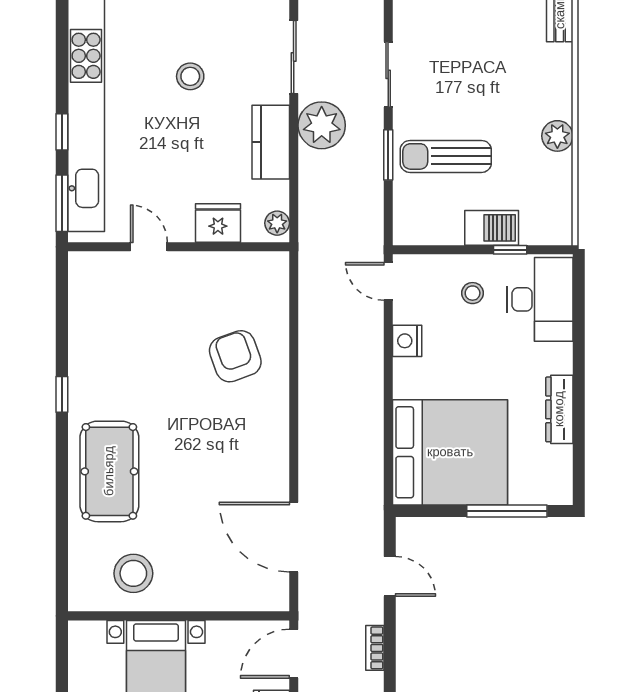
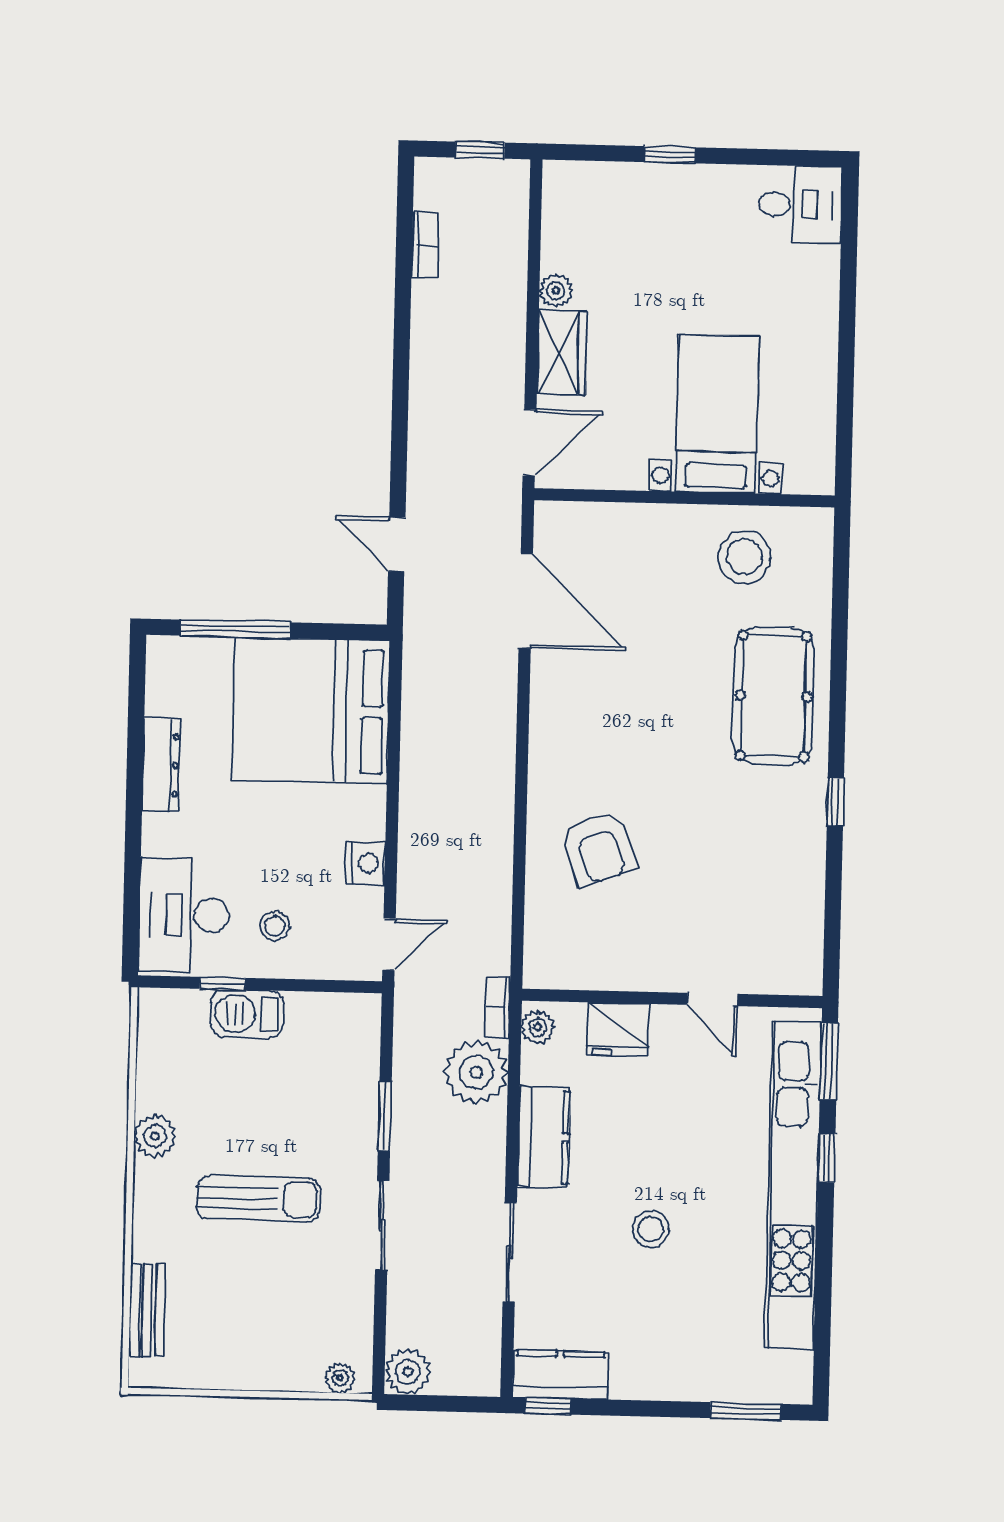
plant: (322, 125) -> (476, 1072), moved
sun lounger: (446, 156) -> (259, 1199), moved
door: (388, 281) -> (389, 944), hinge flipped
bookcase: (375, 648) -> (498, 1007), moved, turned 180

